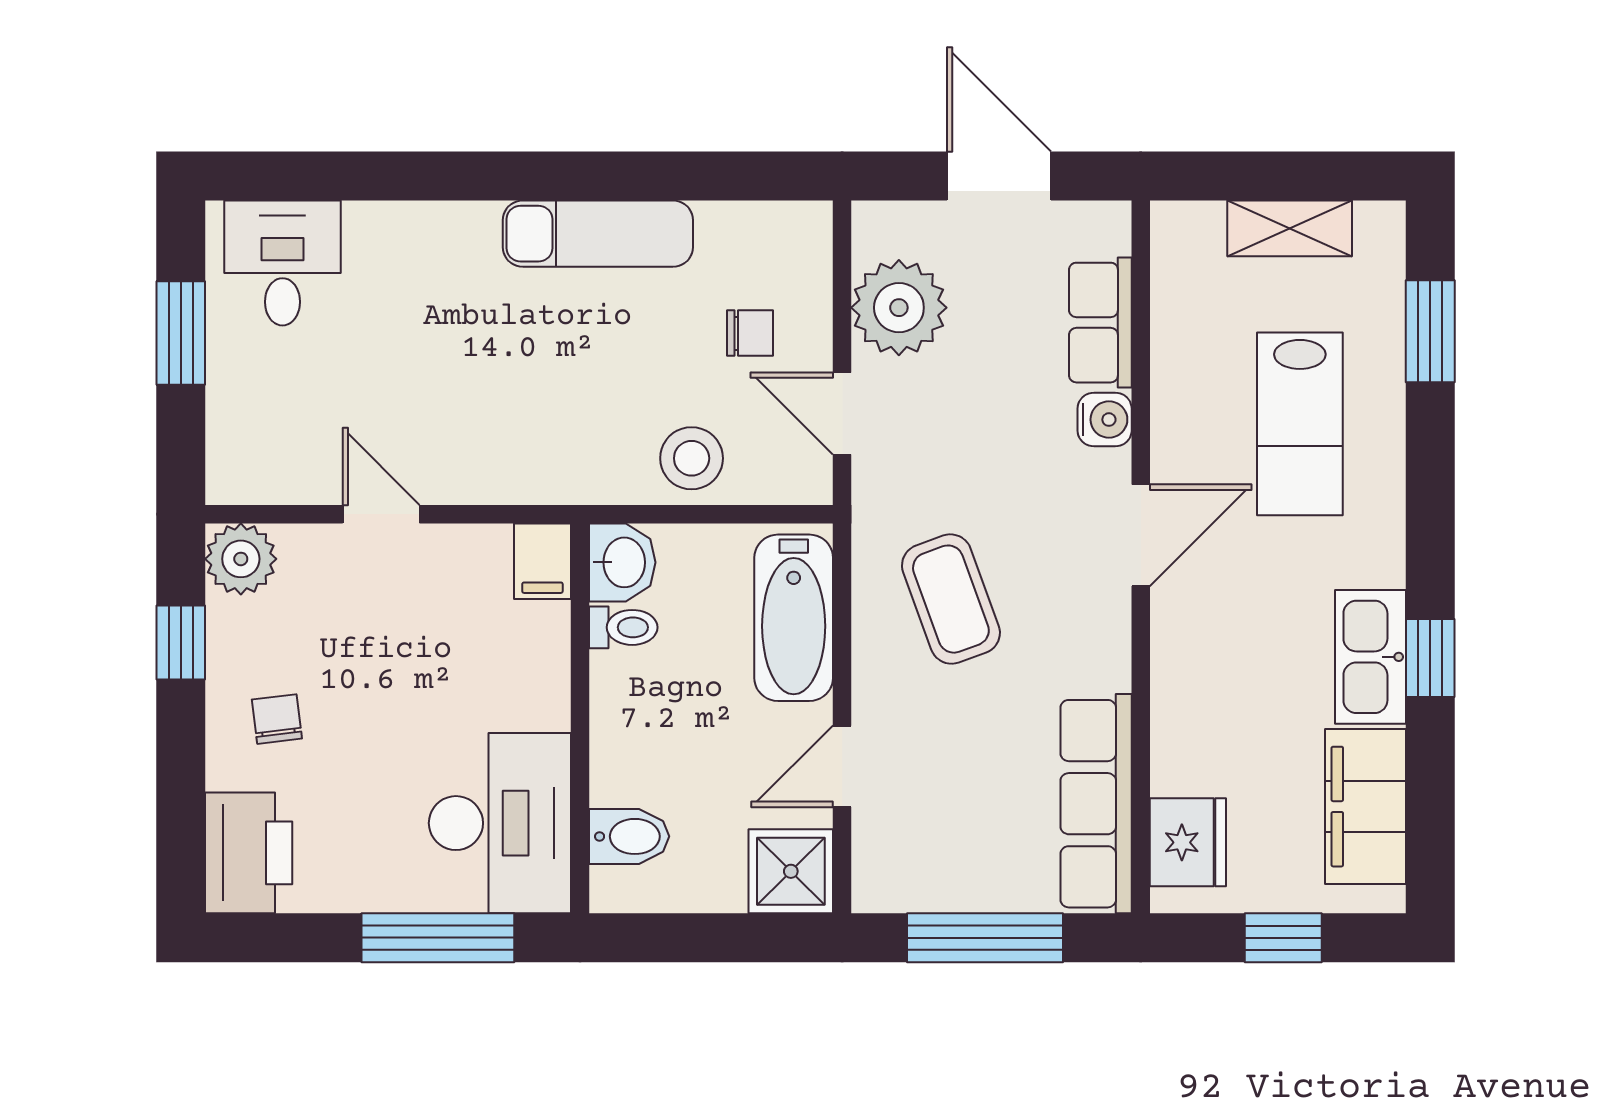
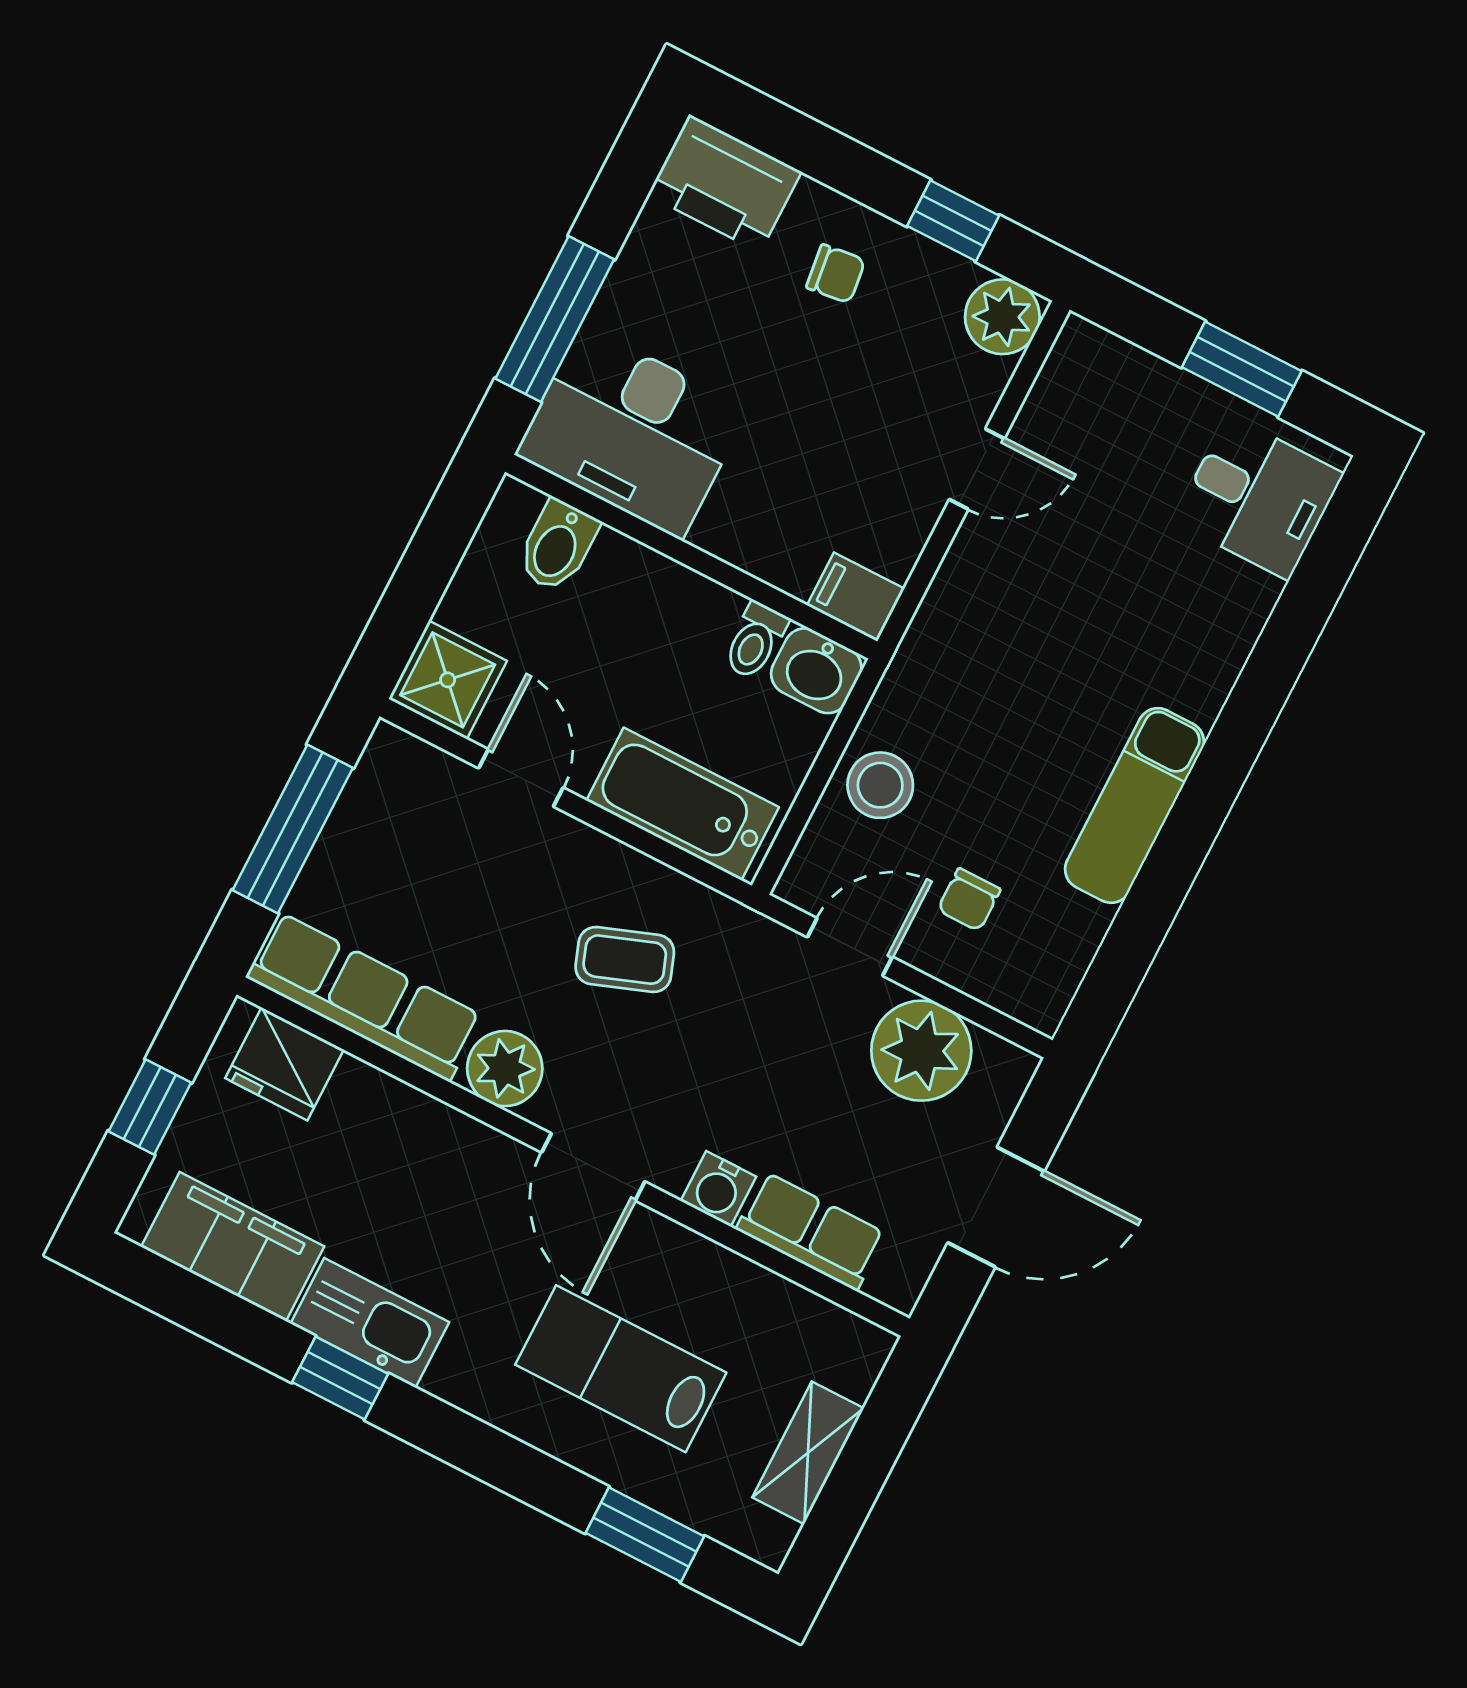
coffee table: (951, 599) -> (625, 960), width x0.73, depth x0.77
plant: (1096, 653) -> (505, 1069), added

